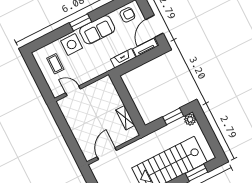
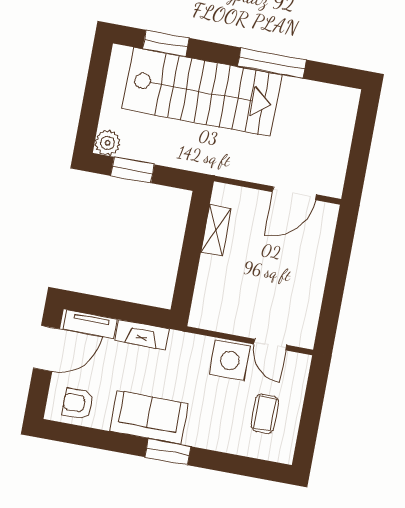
side table: (72, 44) -> (230, 360), moved

